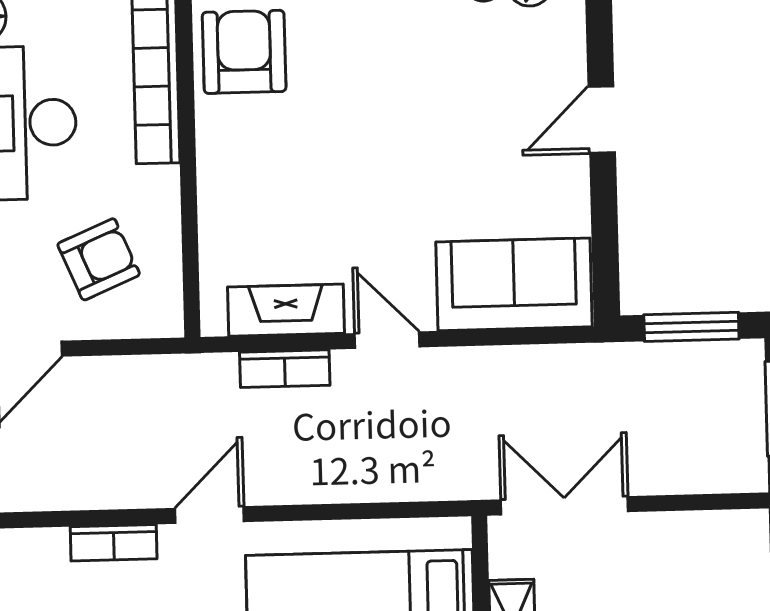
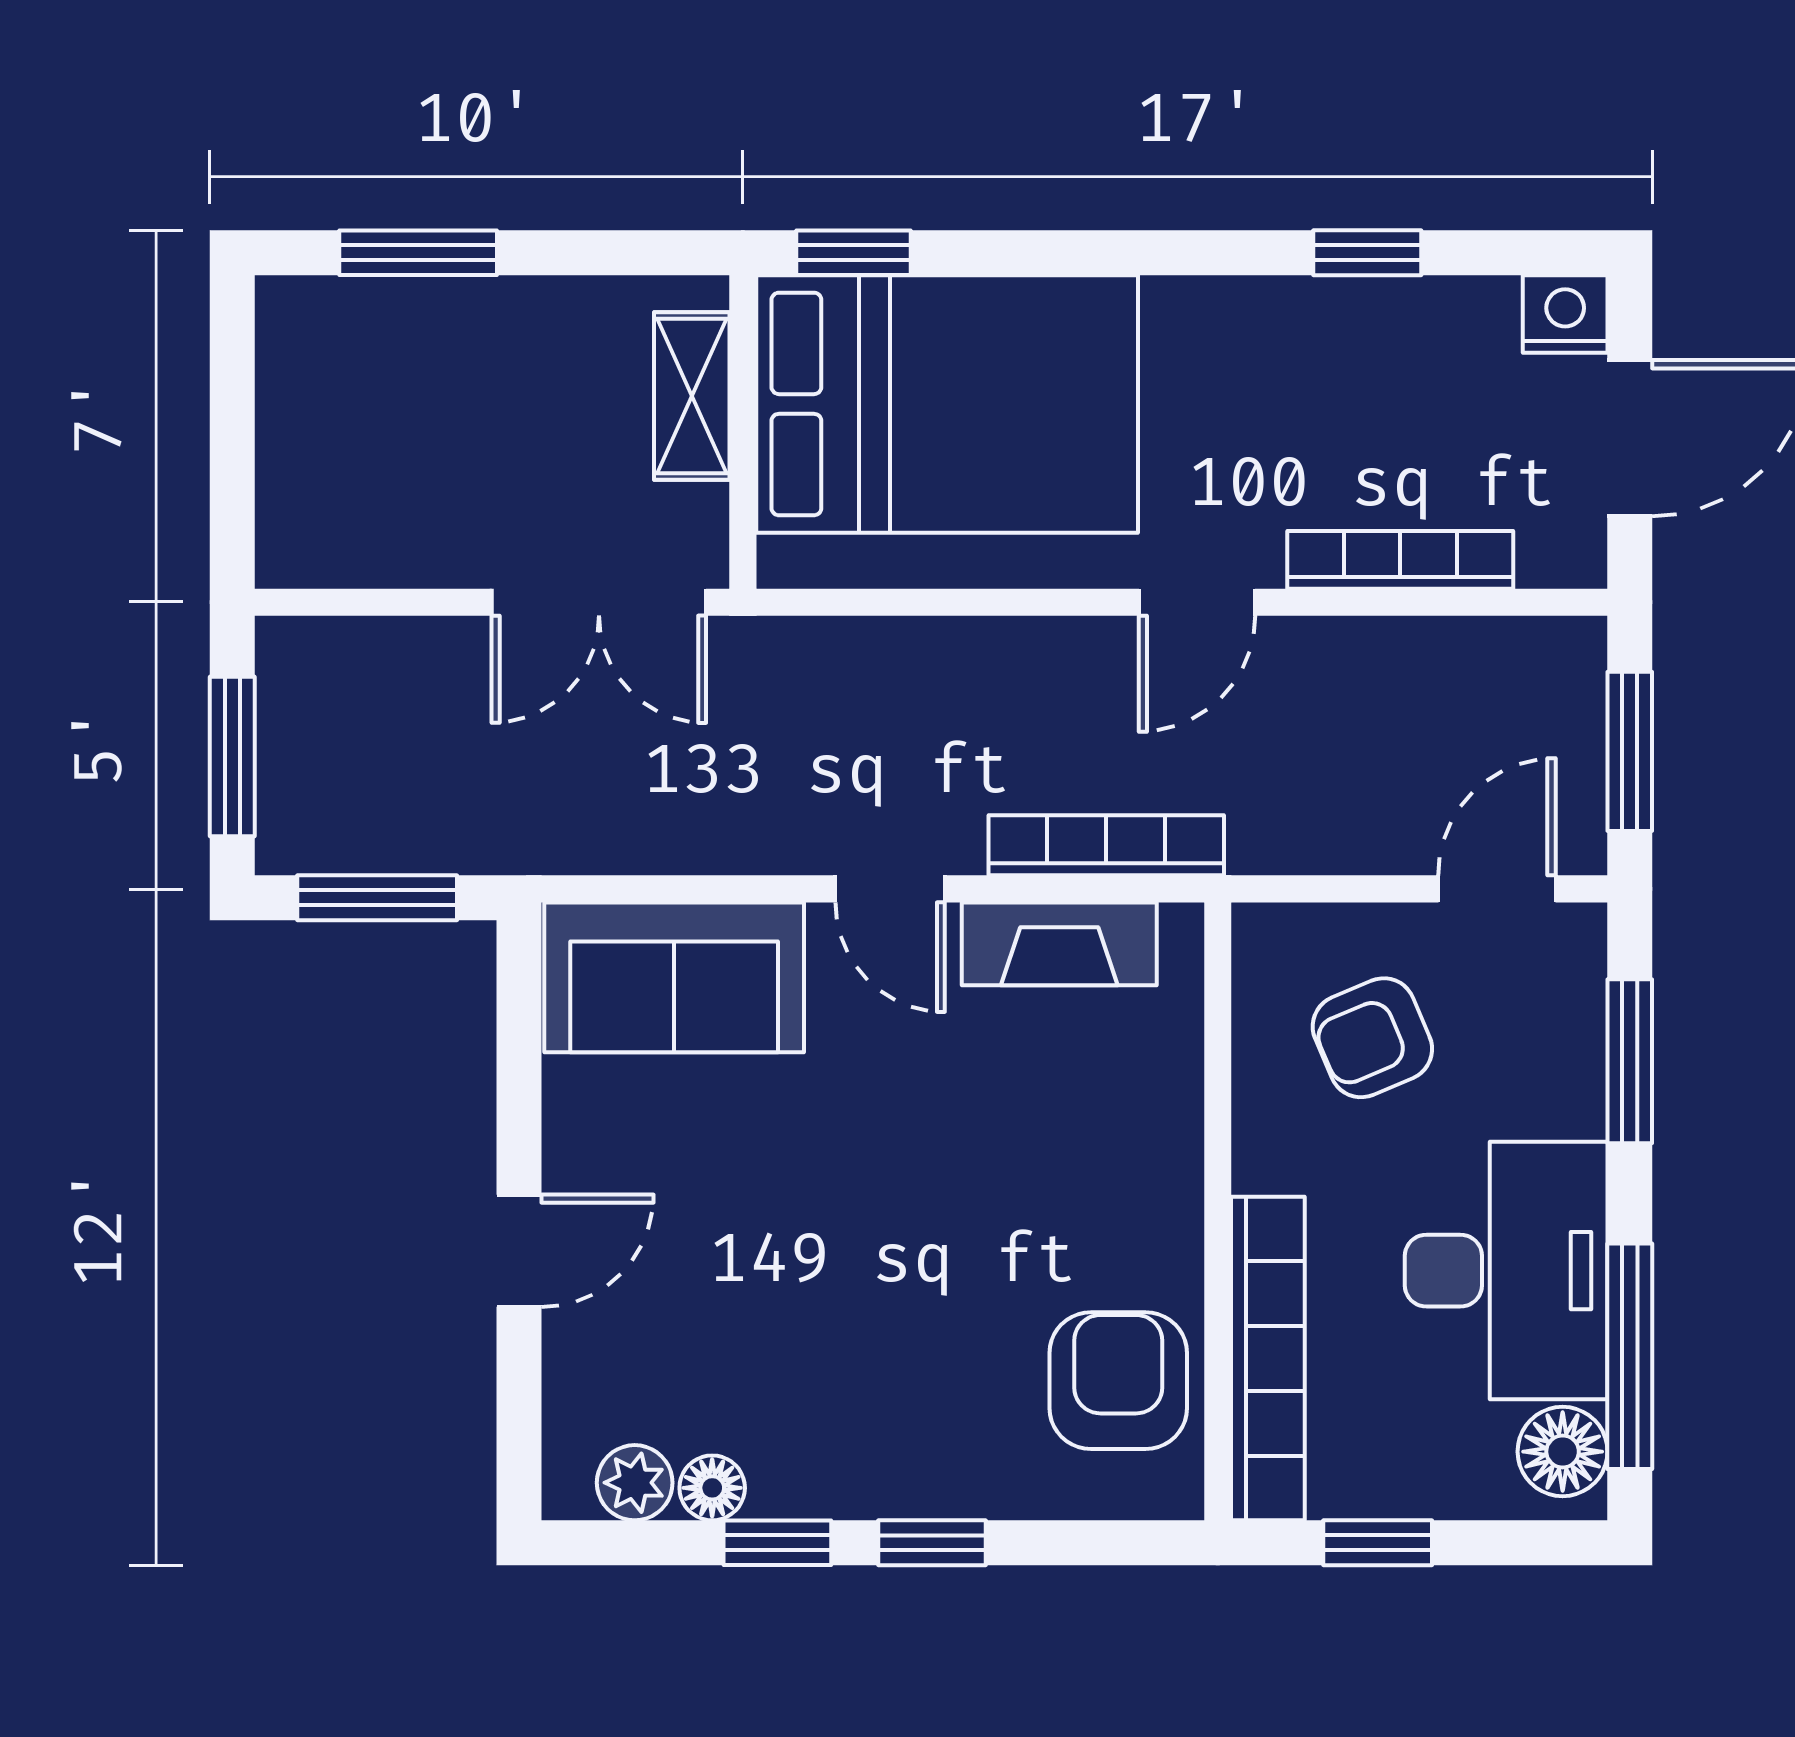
armchair: (244, 52) -> (1118, 1381), turned 180
bookcase: (285, 369) -> (1106, 845), width x1.56
bookcase: (114, 543) -> (1400, 560), width x1.56

